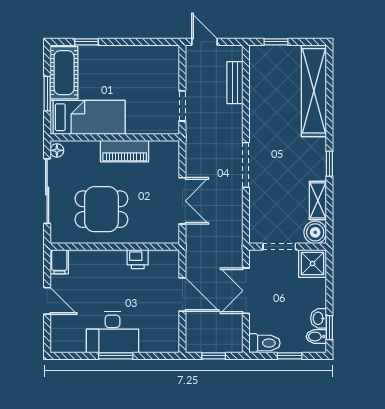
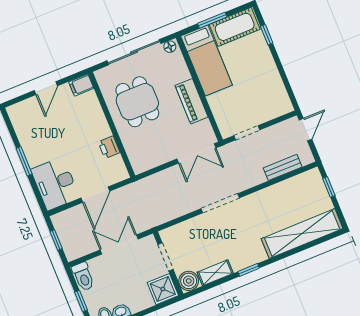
double door: (182, 201) -> (196, 153), moved
desk: (113, 332) -> (55, 184), moved

